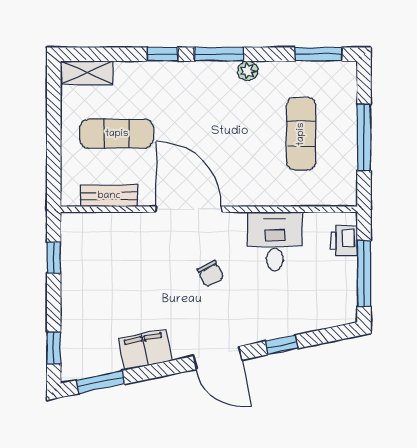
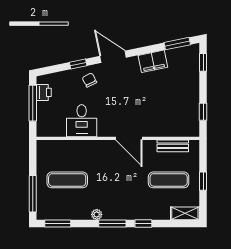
window: (54, 132) -> (203, 181), added
exercise mat: (301, 134) -> (67, 180), turned 90
window: (364, 137) -> (33, 194), moved
door: (189, 209) -> (129, 138), width x0.73
printer: (344, 241) -> (44, 92), moved
chair: (210, 274) -> (89, 80), moved

